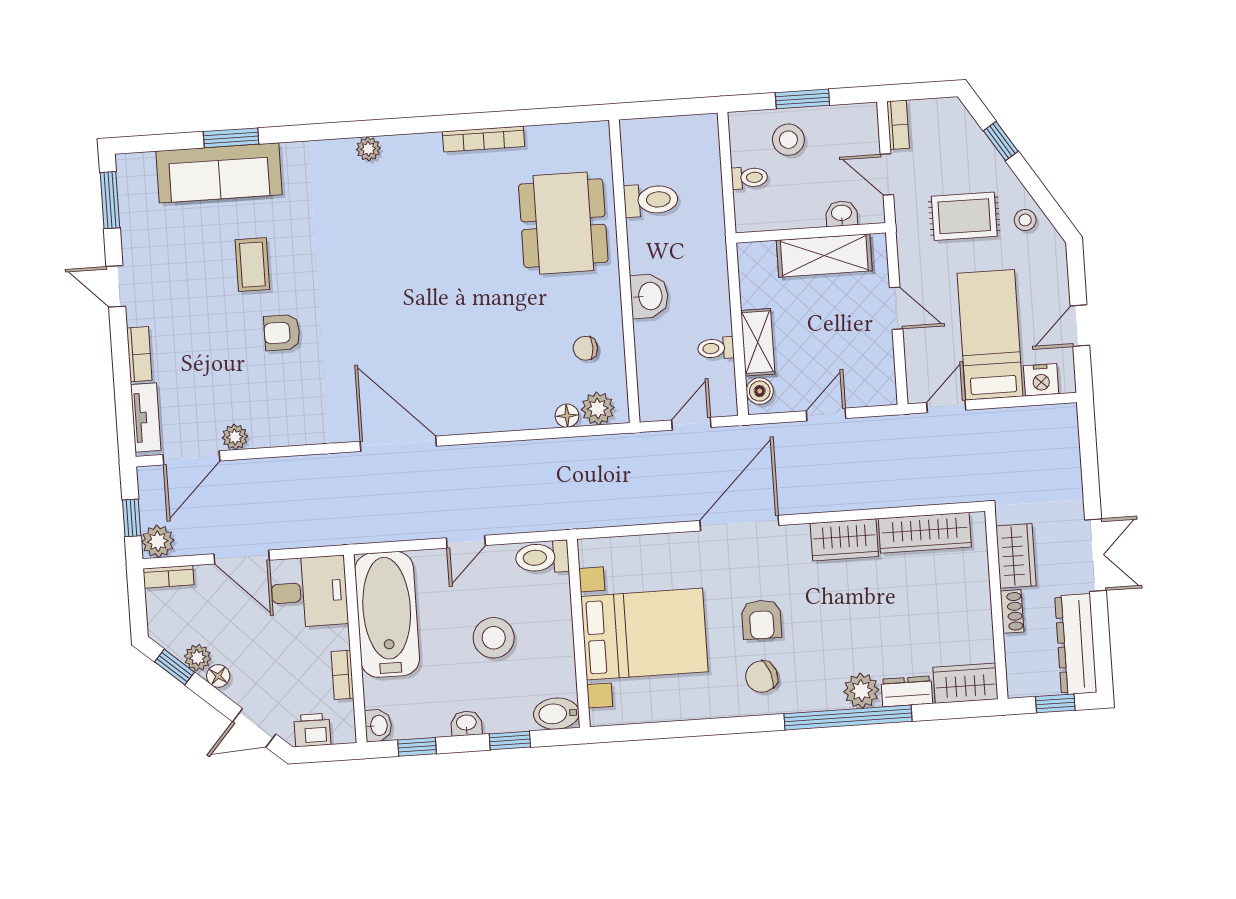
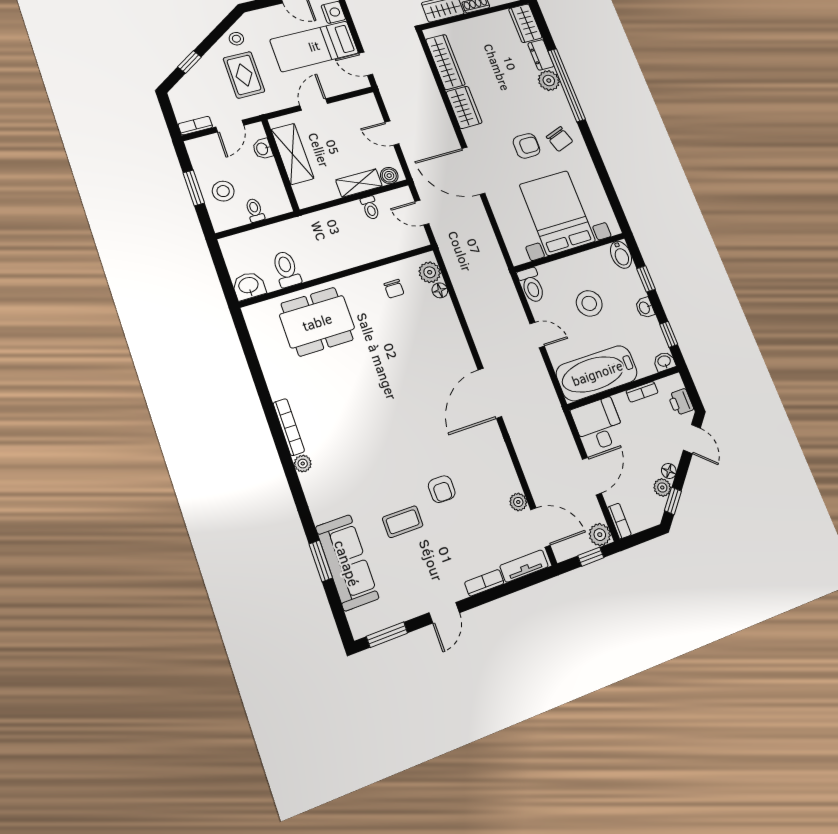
bookcase: (483, 139) -> (289, 427), moved
washbasin: (649, 296) -> (249, 286), moved

